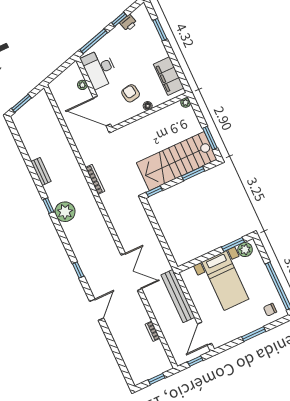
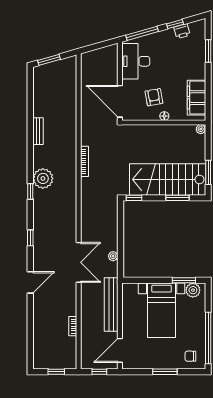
plant: (82, 85) -> (113, 256), moved
window: (48, 206) -> (30, 192), moved

